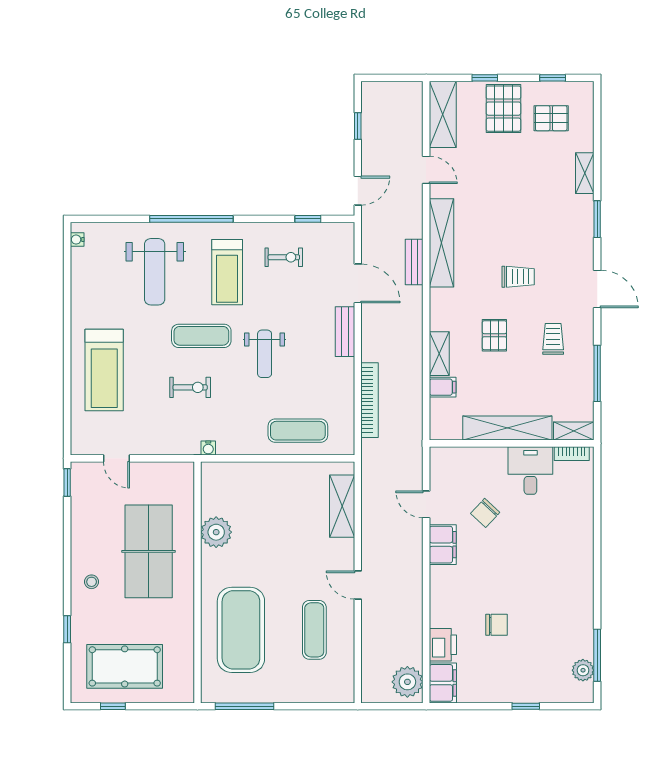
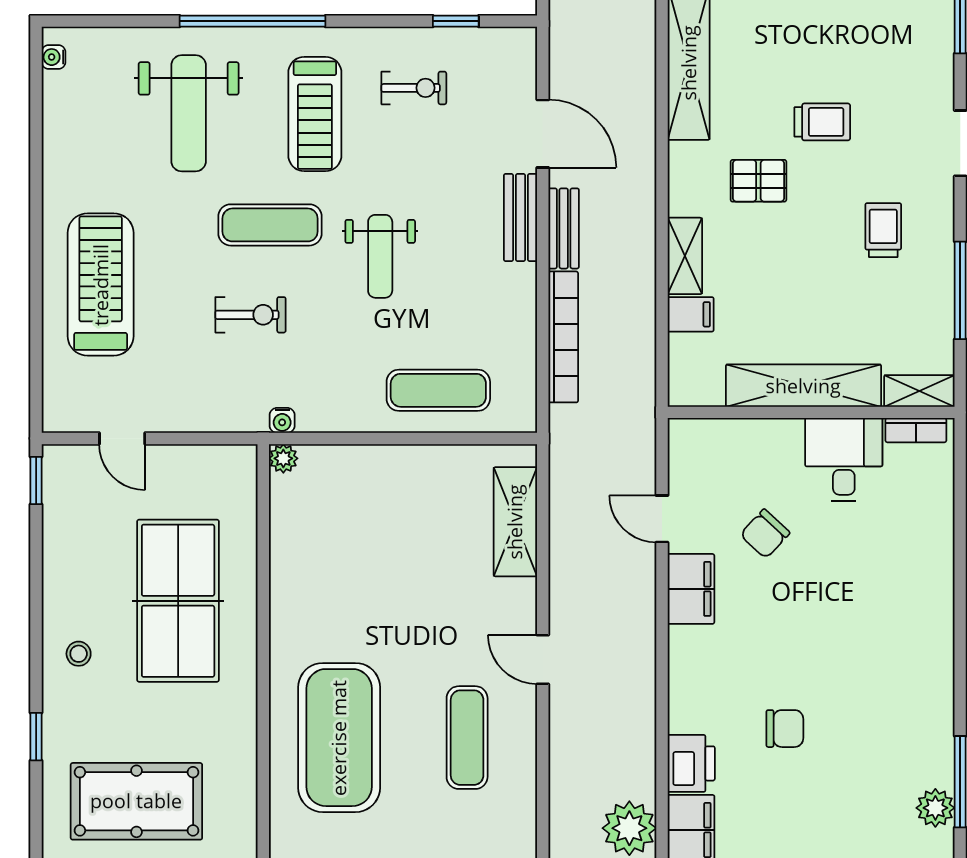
bench: (414, 262) -> (564, 228), moved
pallet: (494, 335) -> (758, 181), moved, turned 90
treadmill: (104, 370) -> (101, 285), turned 180
plant: (216, 532) -> (283, 458), moved, width x0.53, depth x0.53

